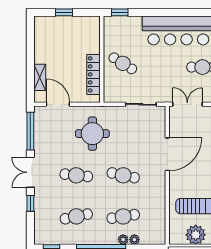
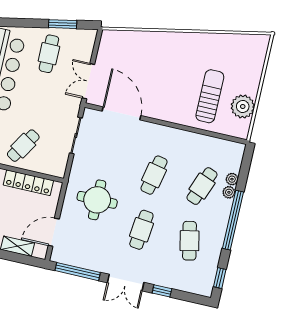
door: (167, 154) -> (122, 113), moved
cafe table: (123, 216) -> (202, 186), turned 30

